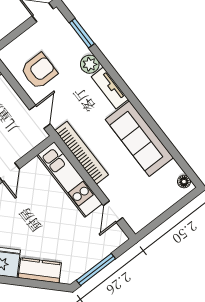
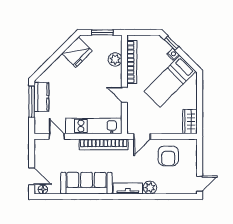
window: (82, 33) -> (171, 197), removed
door: (40, 117) -> (142, 136), hinge flipped
door: (179, 205) -> (32, 176), added
kitchen counter: (40, 270) -> (41, 97), moved, turned -45

